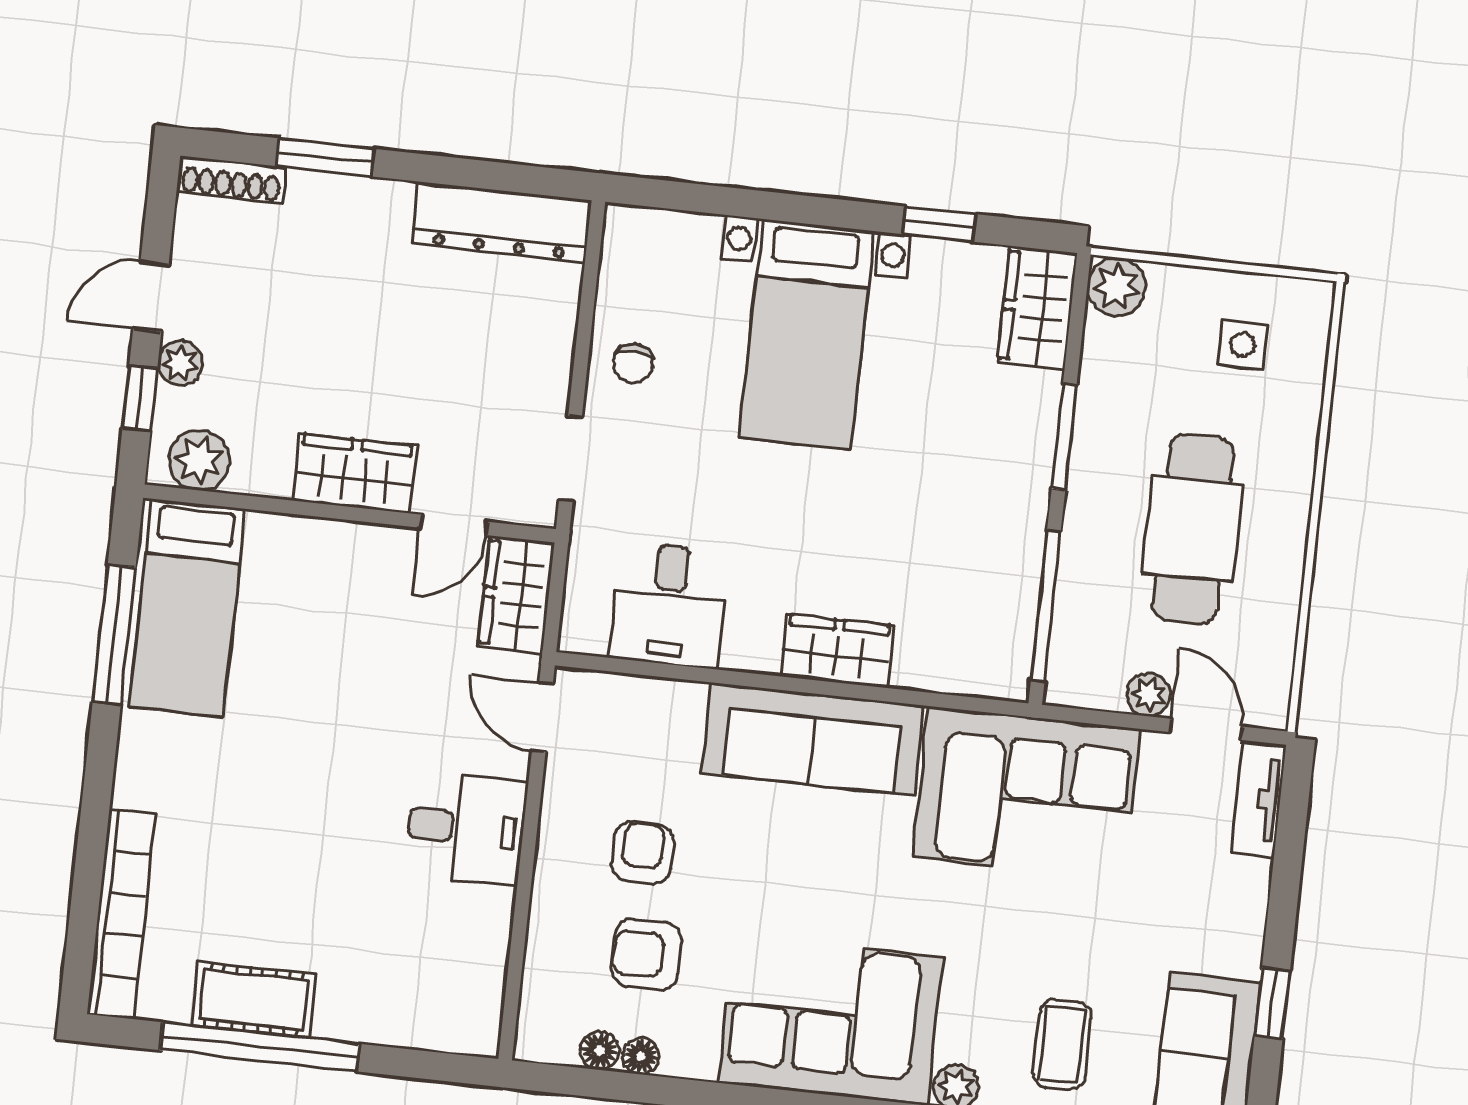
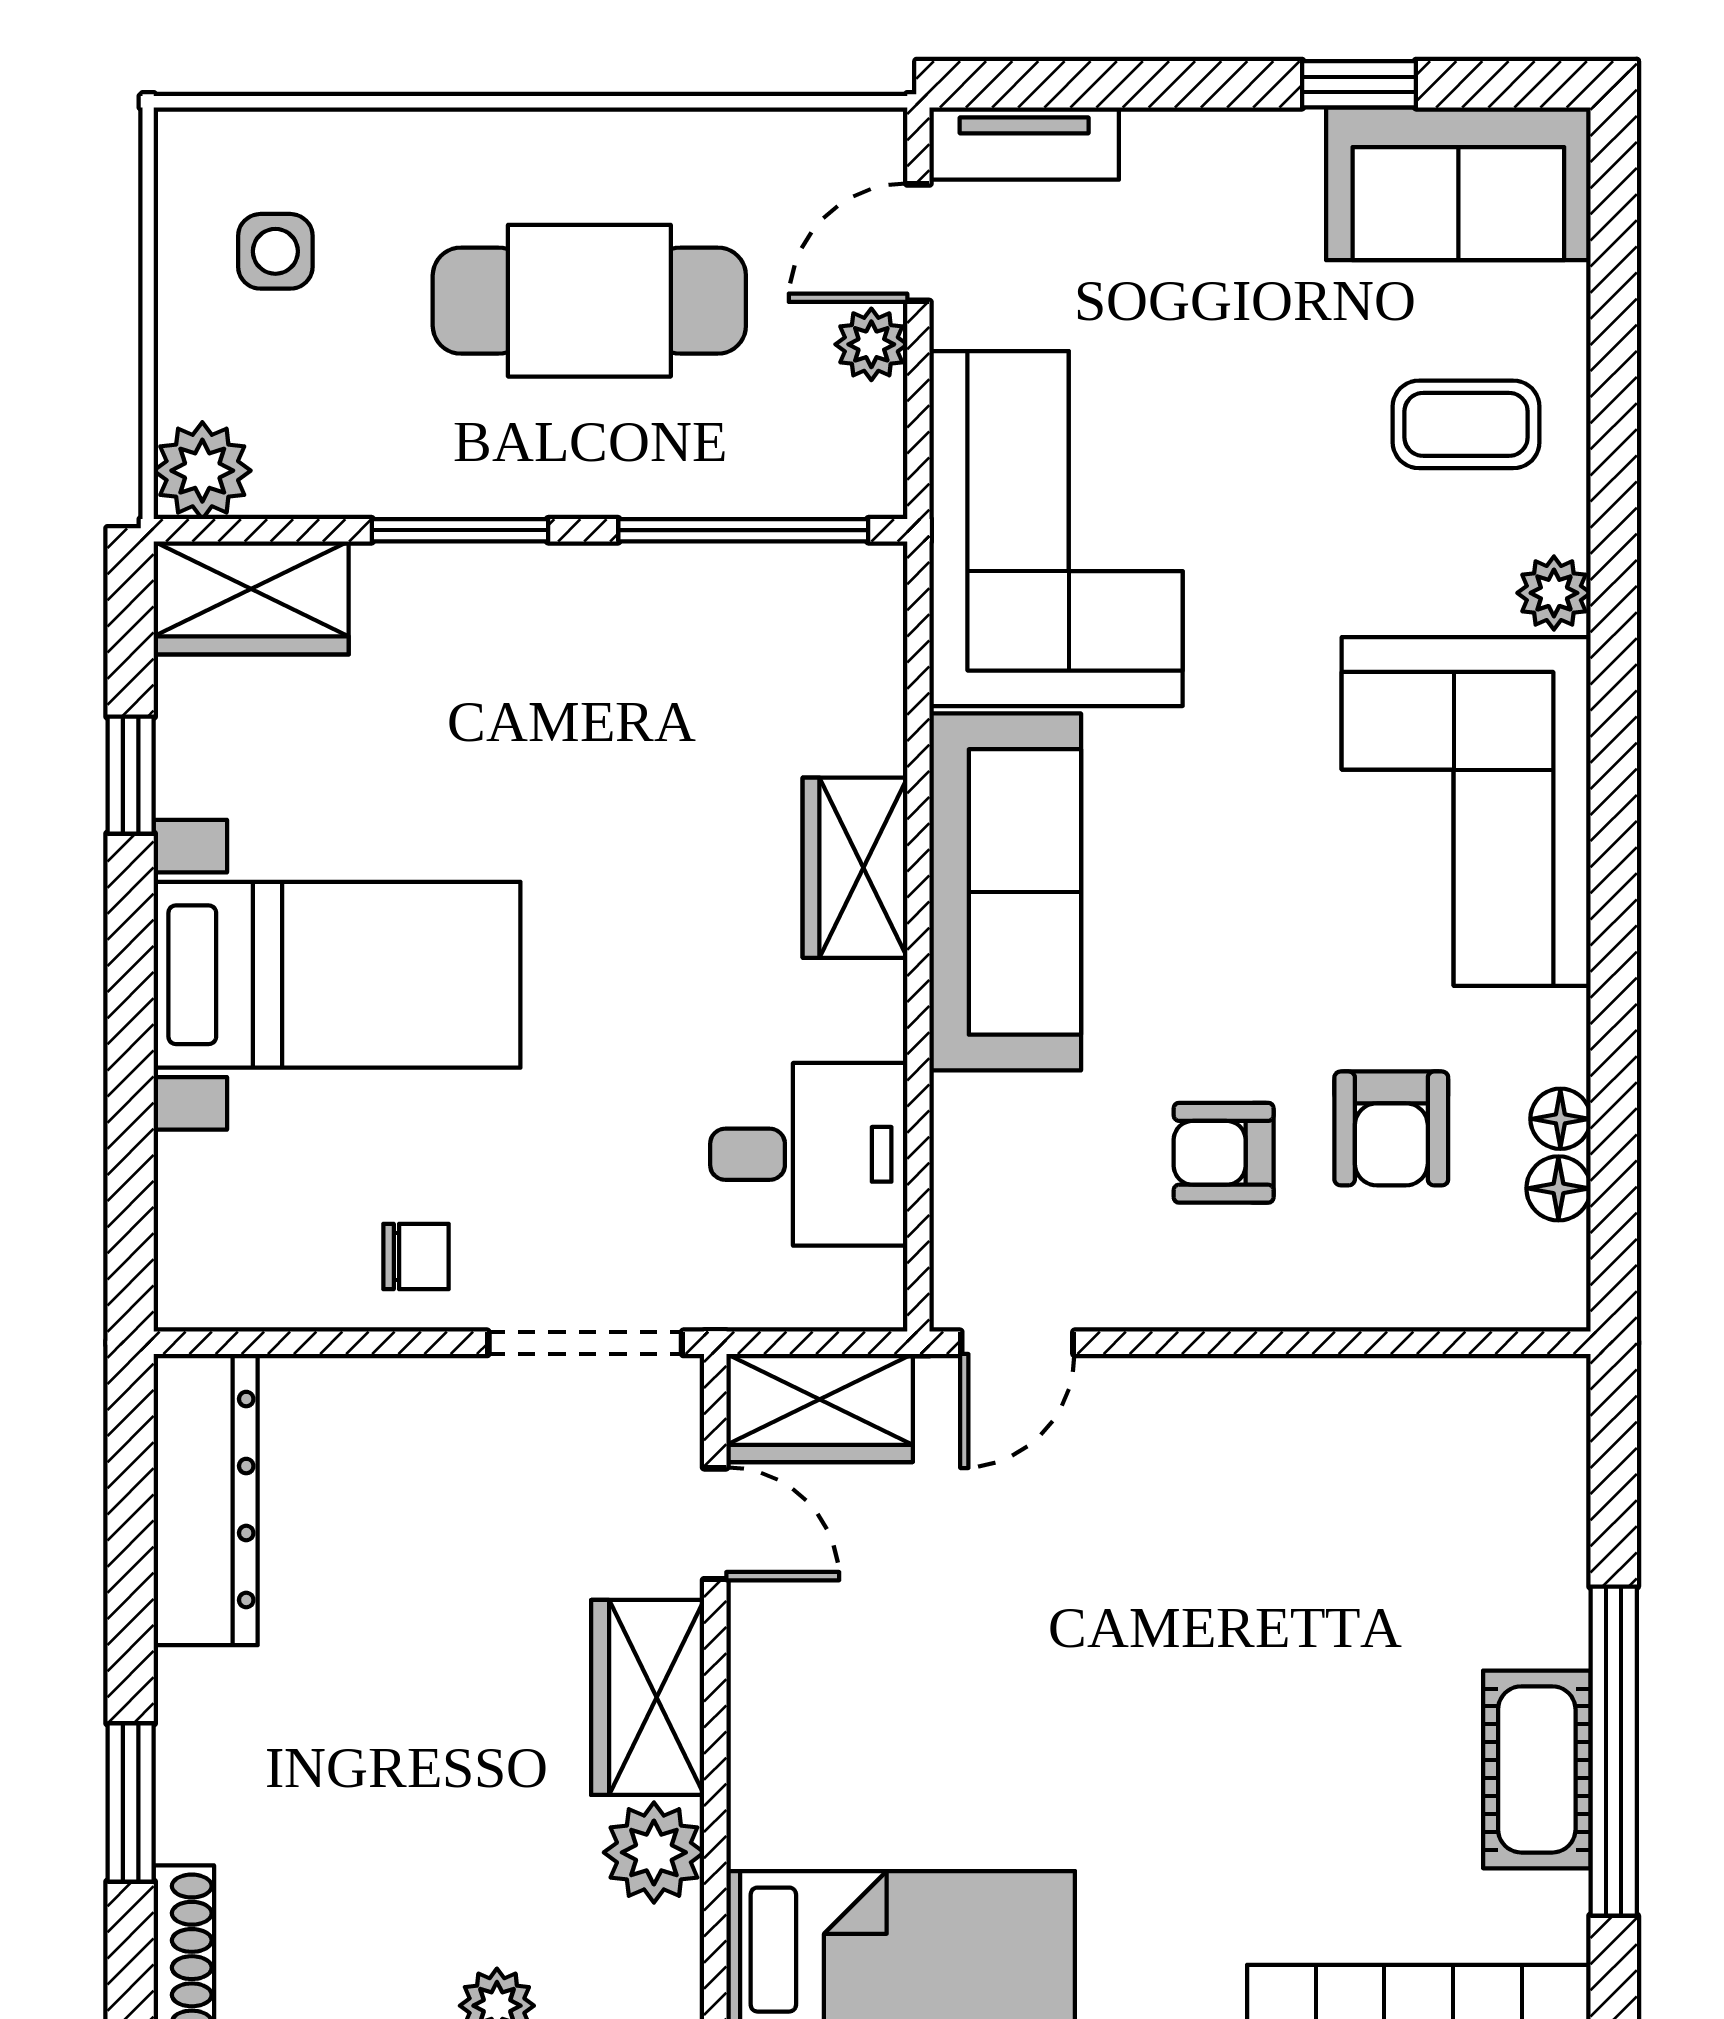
doorway: (570, 459) -> (585, 1343), width x1.38
plant: (199, 460) -> (654, 1852), moved
desk: (466, 829) -> (1215, 1449), removed

